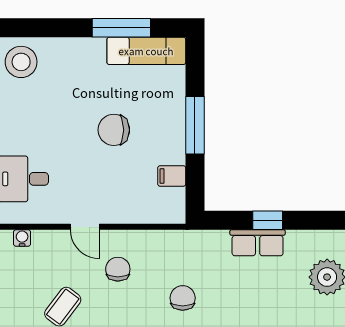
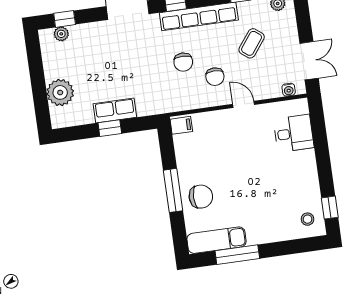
stool: (21, 62) -> (308, 219), width x0.53, depth x0.53
chair: (114, 130) -> (201, 197), moved
filing cabinet: (172, 176) -> (181, 125), moved
chair: (183, 298) -> (183, 62), moved

